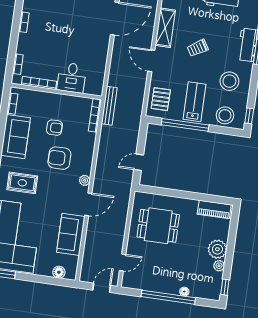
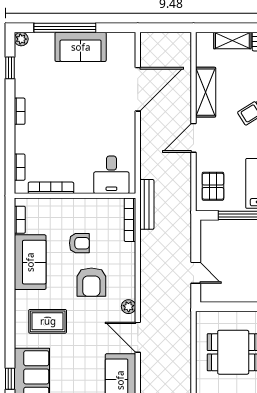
door: (151, 61) -> (193, 138), hinge flipped
desk: (72, 78) -> (111, 175), moved
armchair: (59, 158) -> (91, 282), turned -90
door: (139, 162) -> (196, 273), swing flipped
door: (88, 204) -> (138, 337), swing flipped

